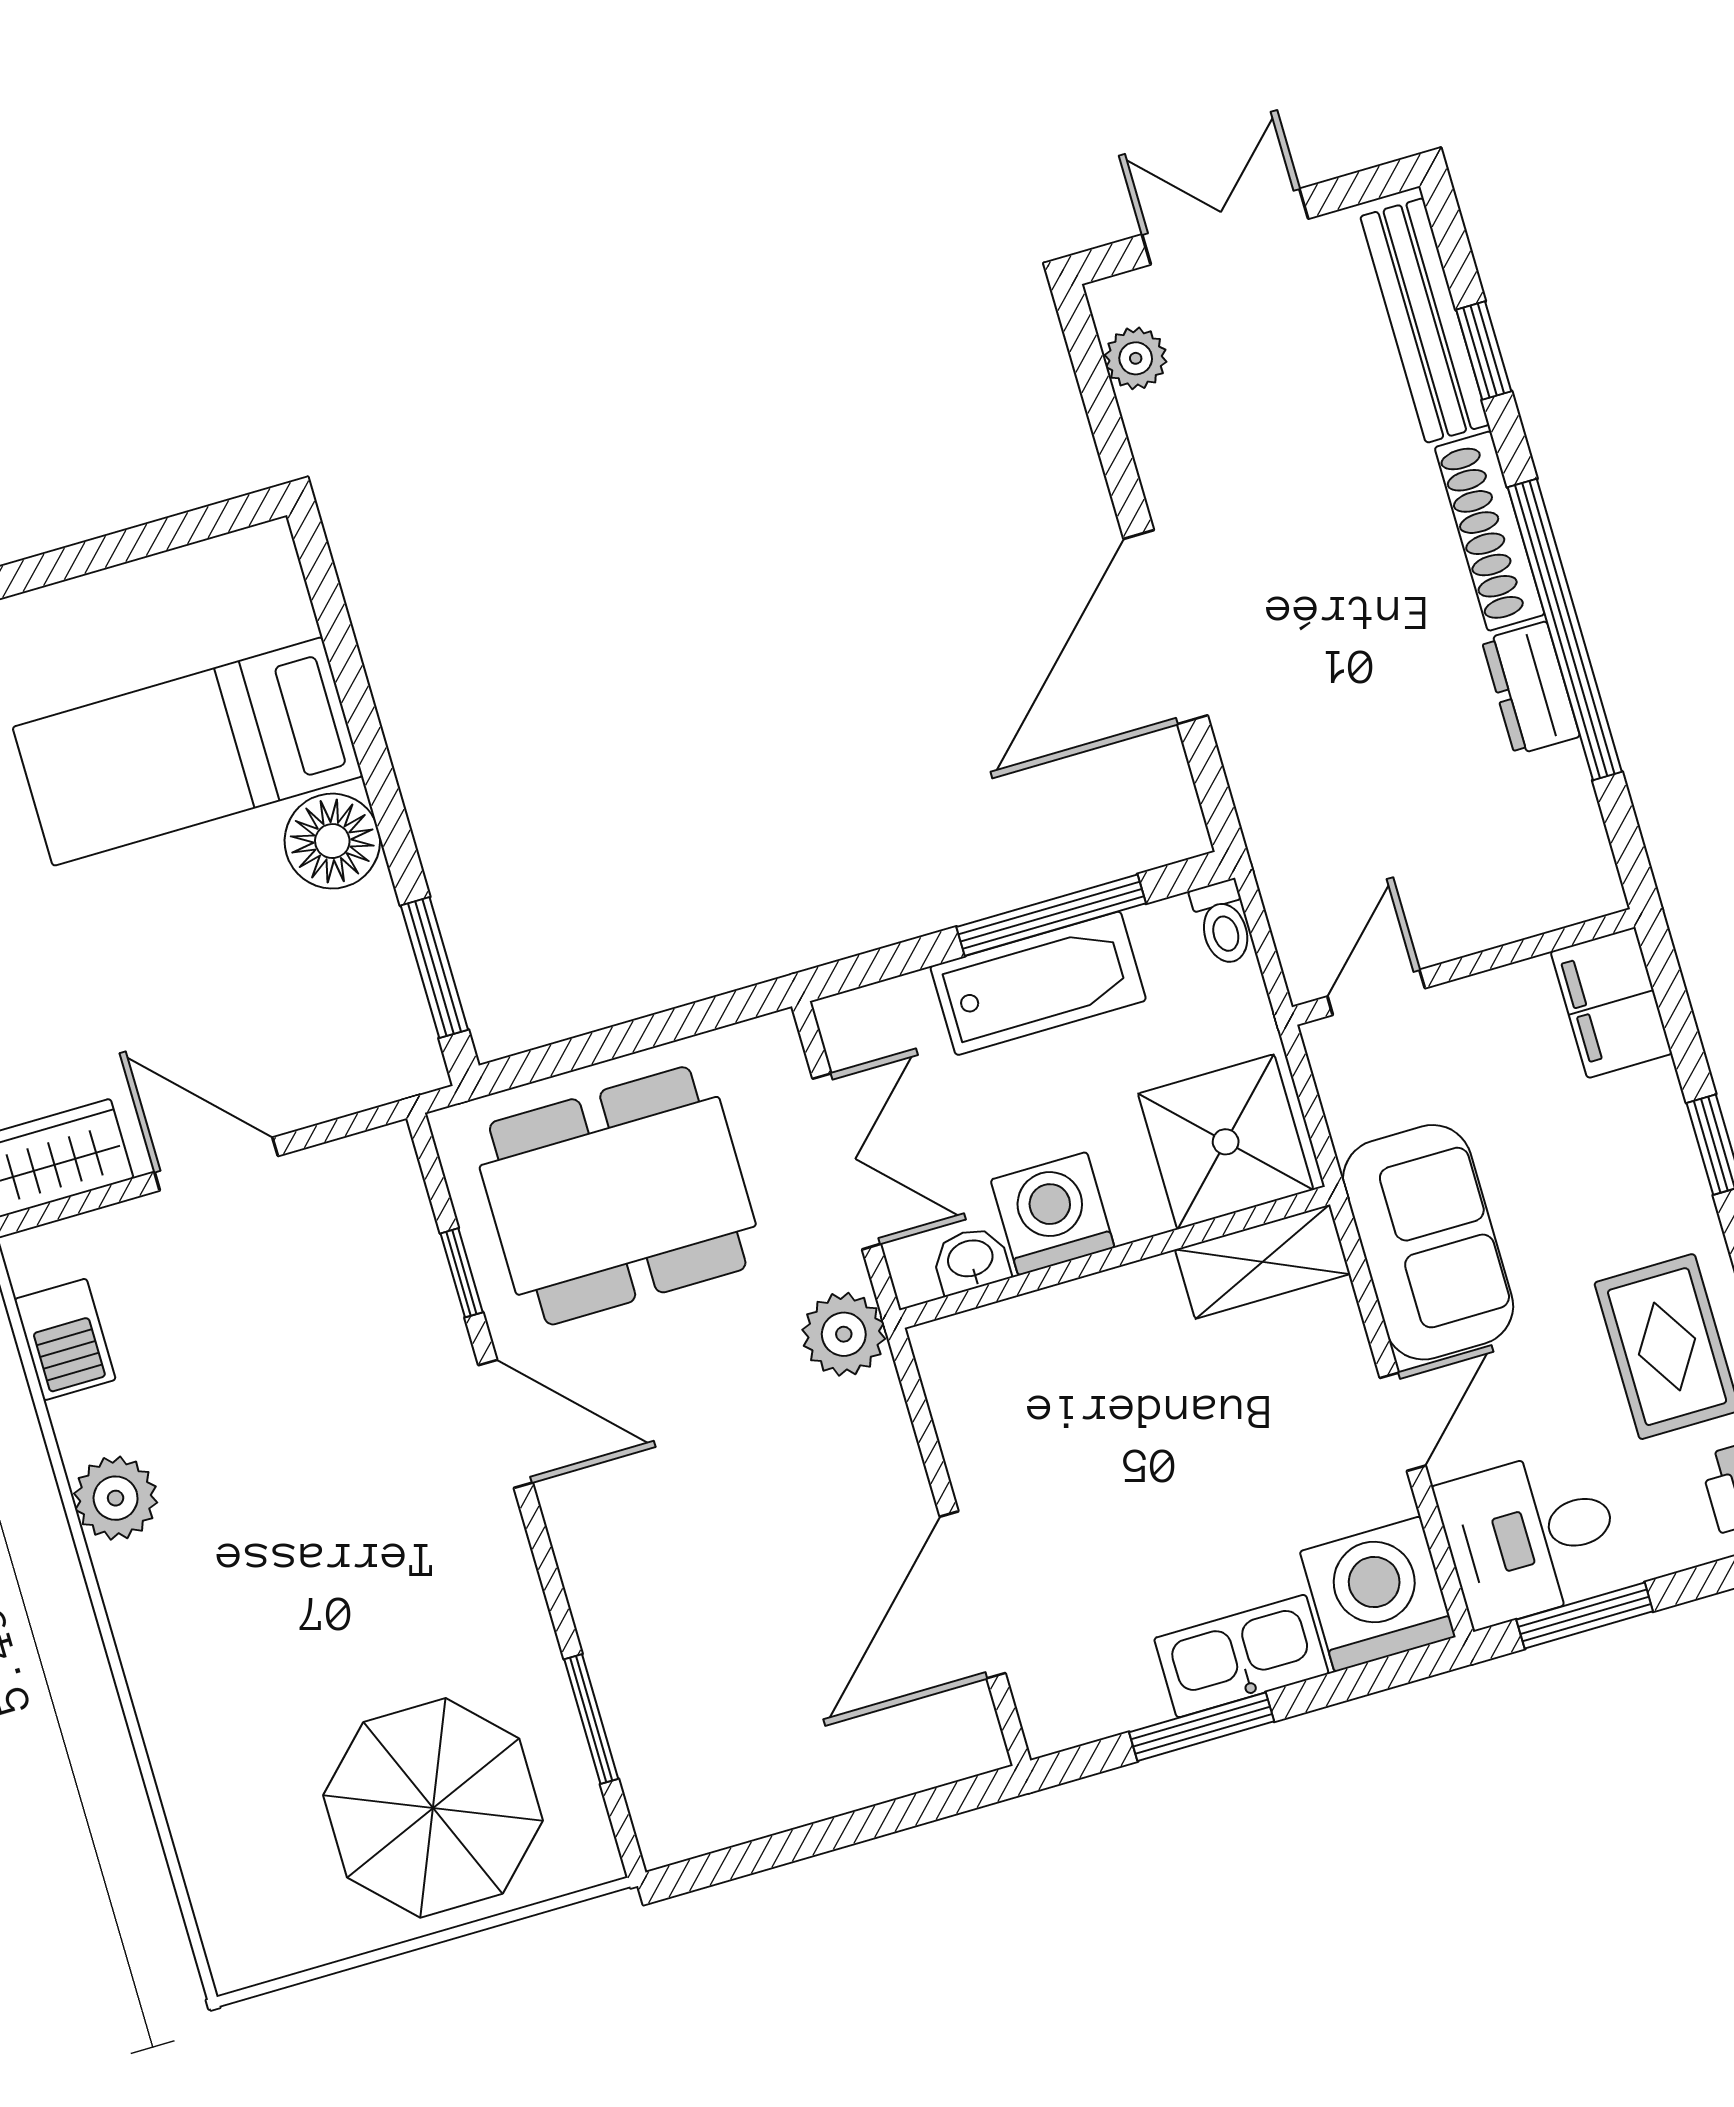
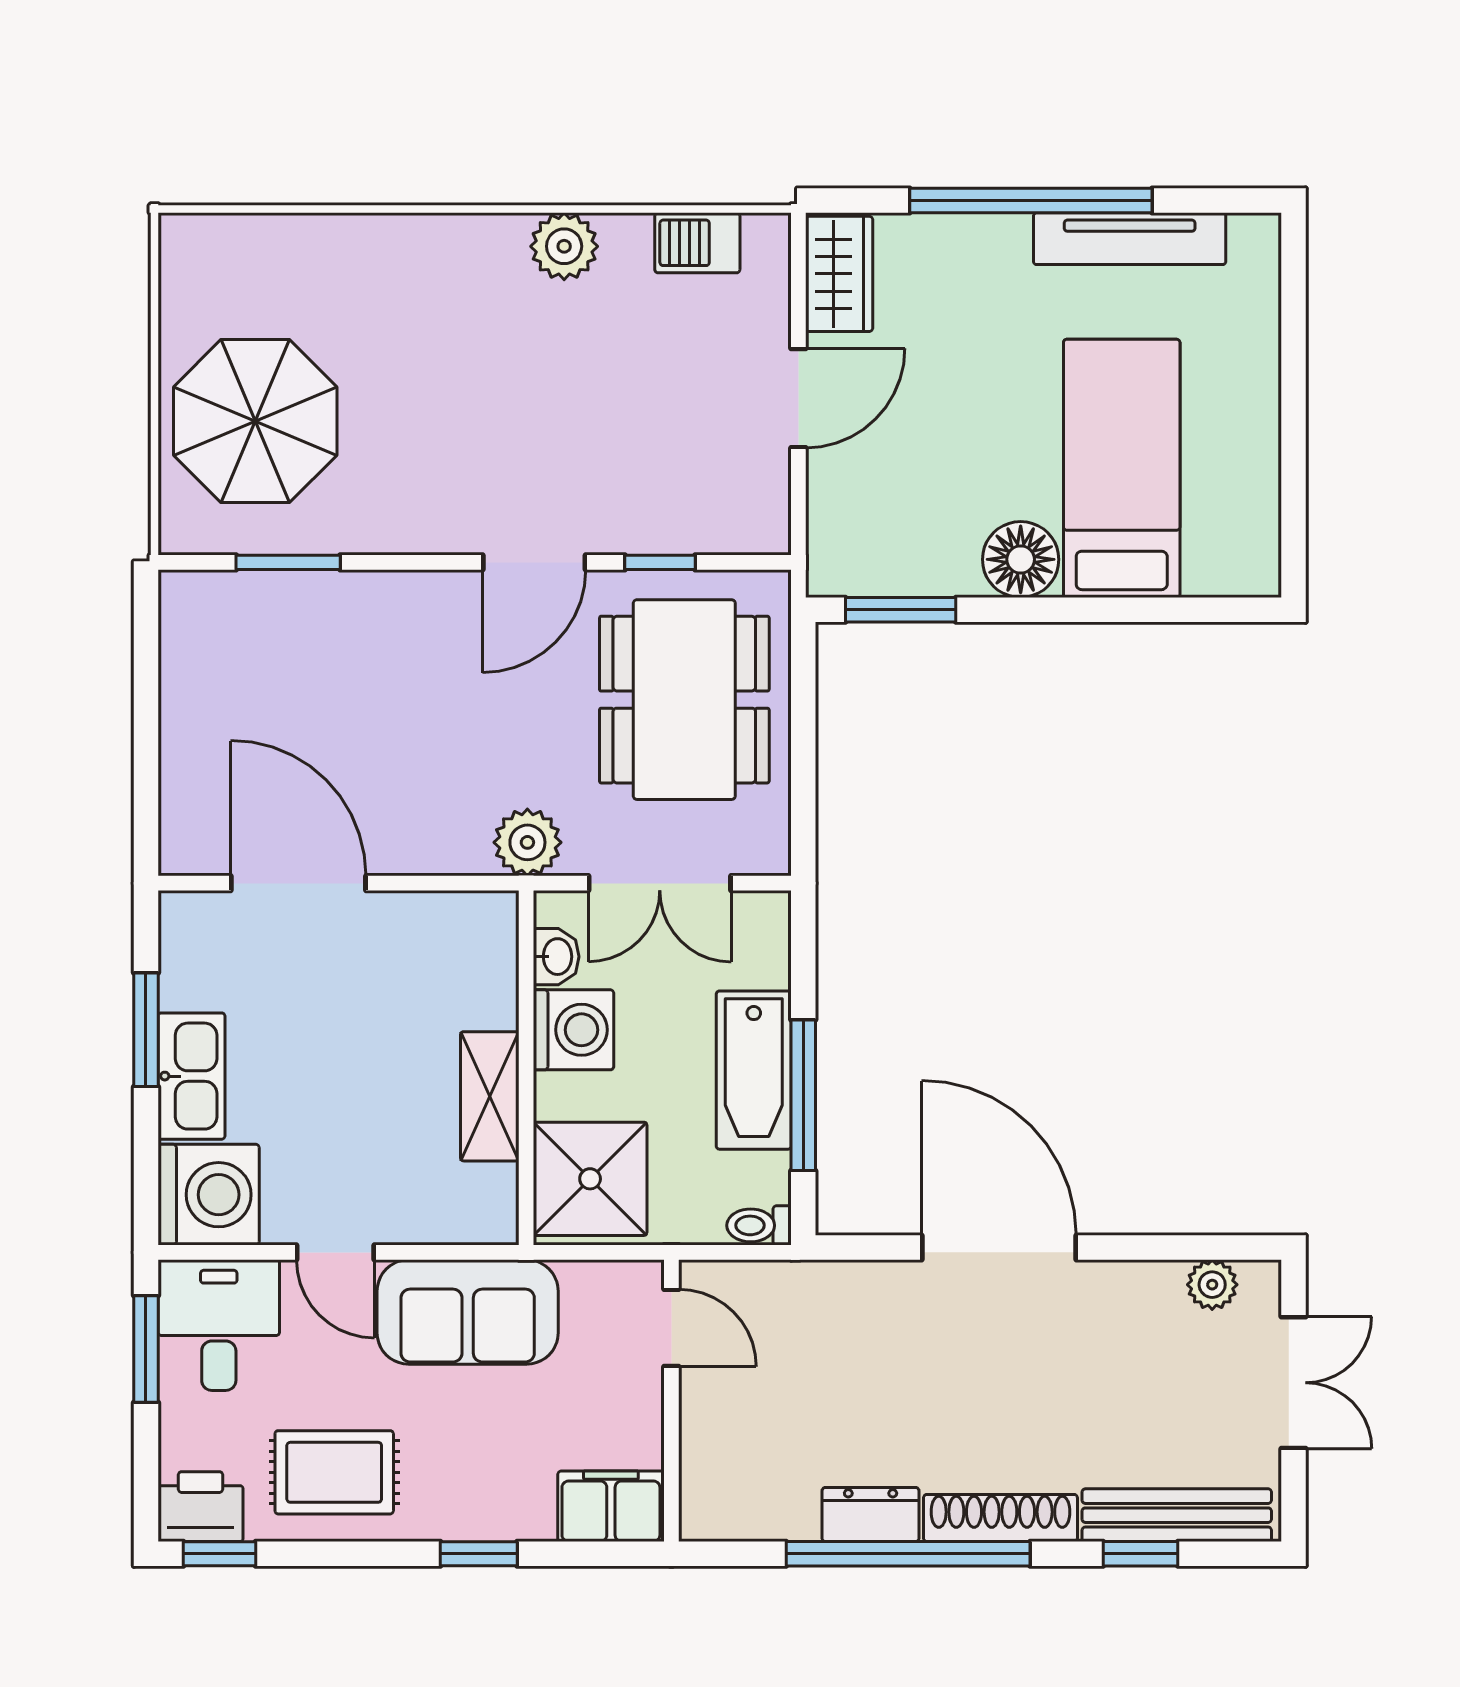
shelving: (1263, 1262) -> (490, 1096), moved

